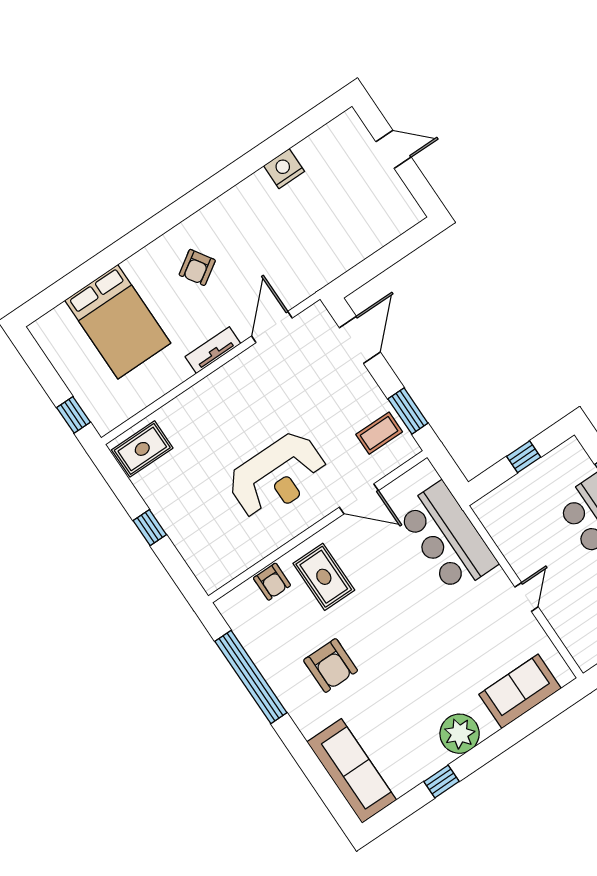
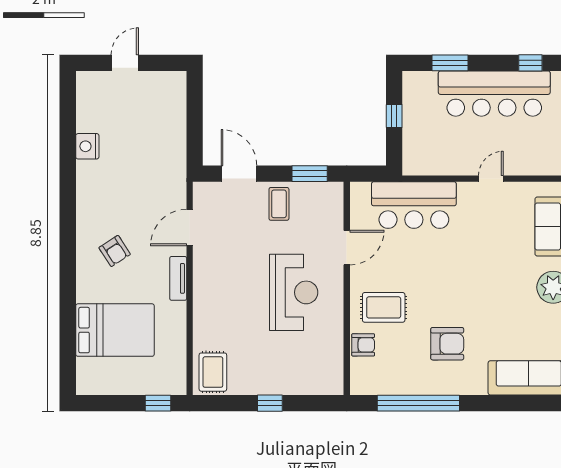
door: (272, 327) -> (190, 228), hinge flipped
coffee table: (379, 433) -> (279, 204), moved
door: (526, 597) -> (491, 179), hinge flipped

